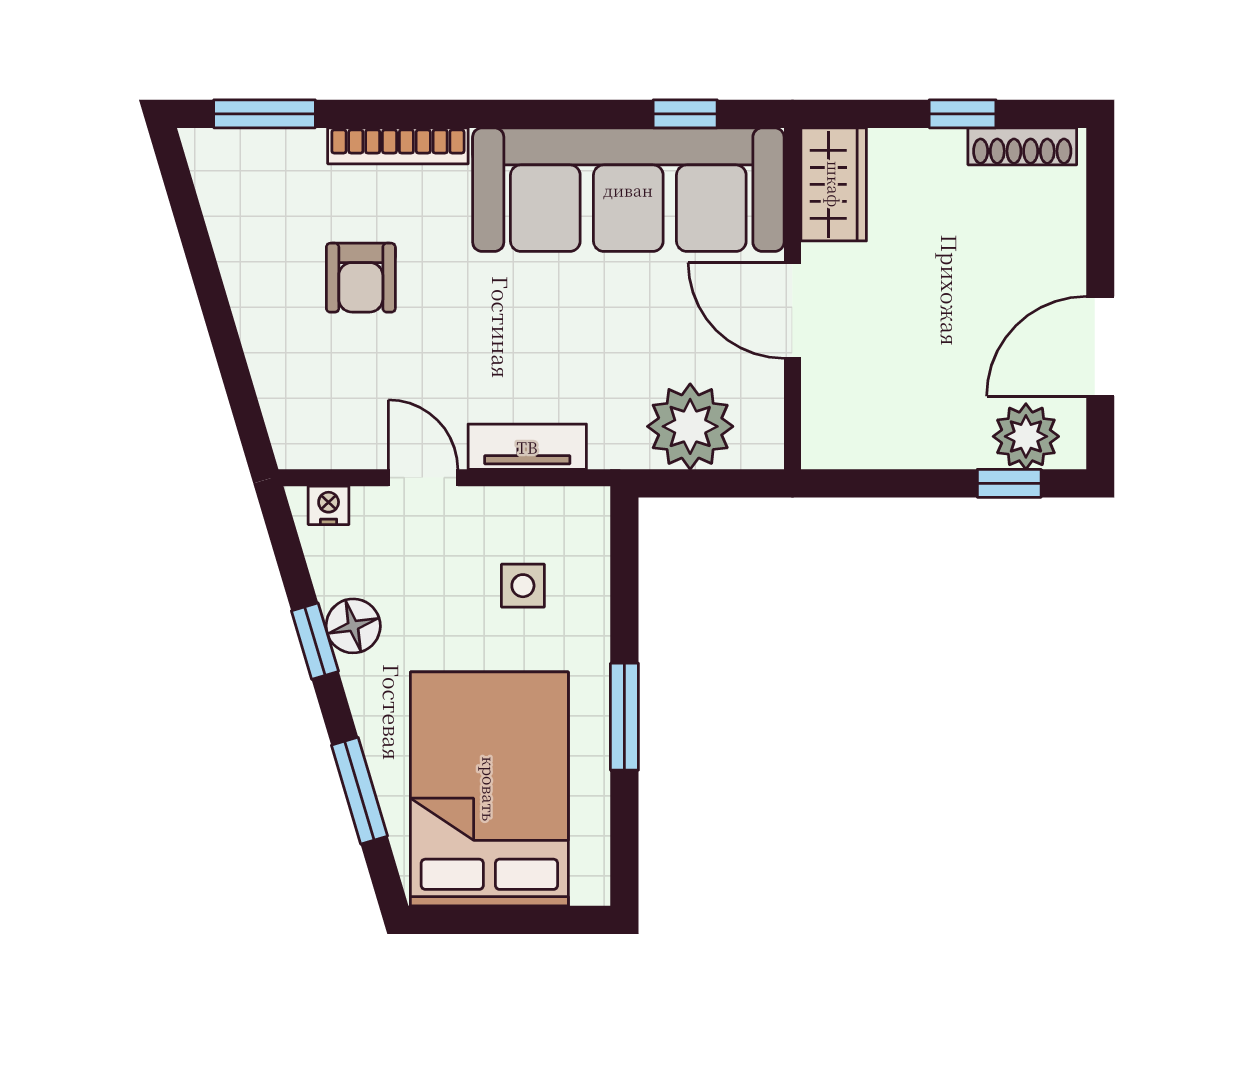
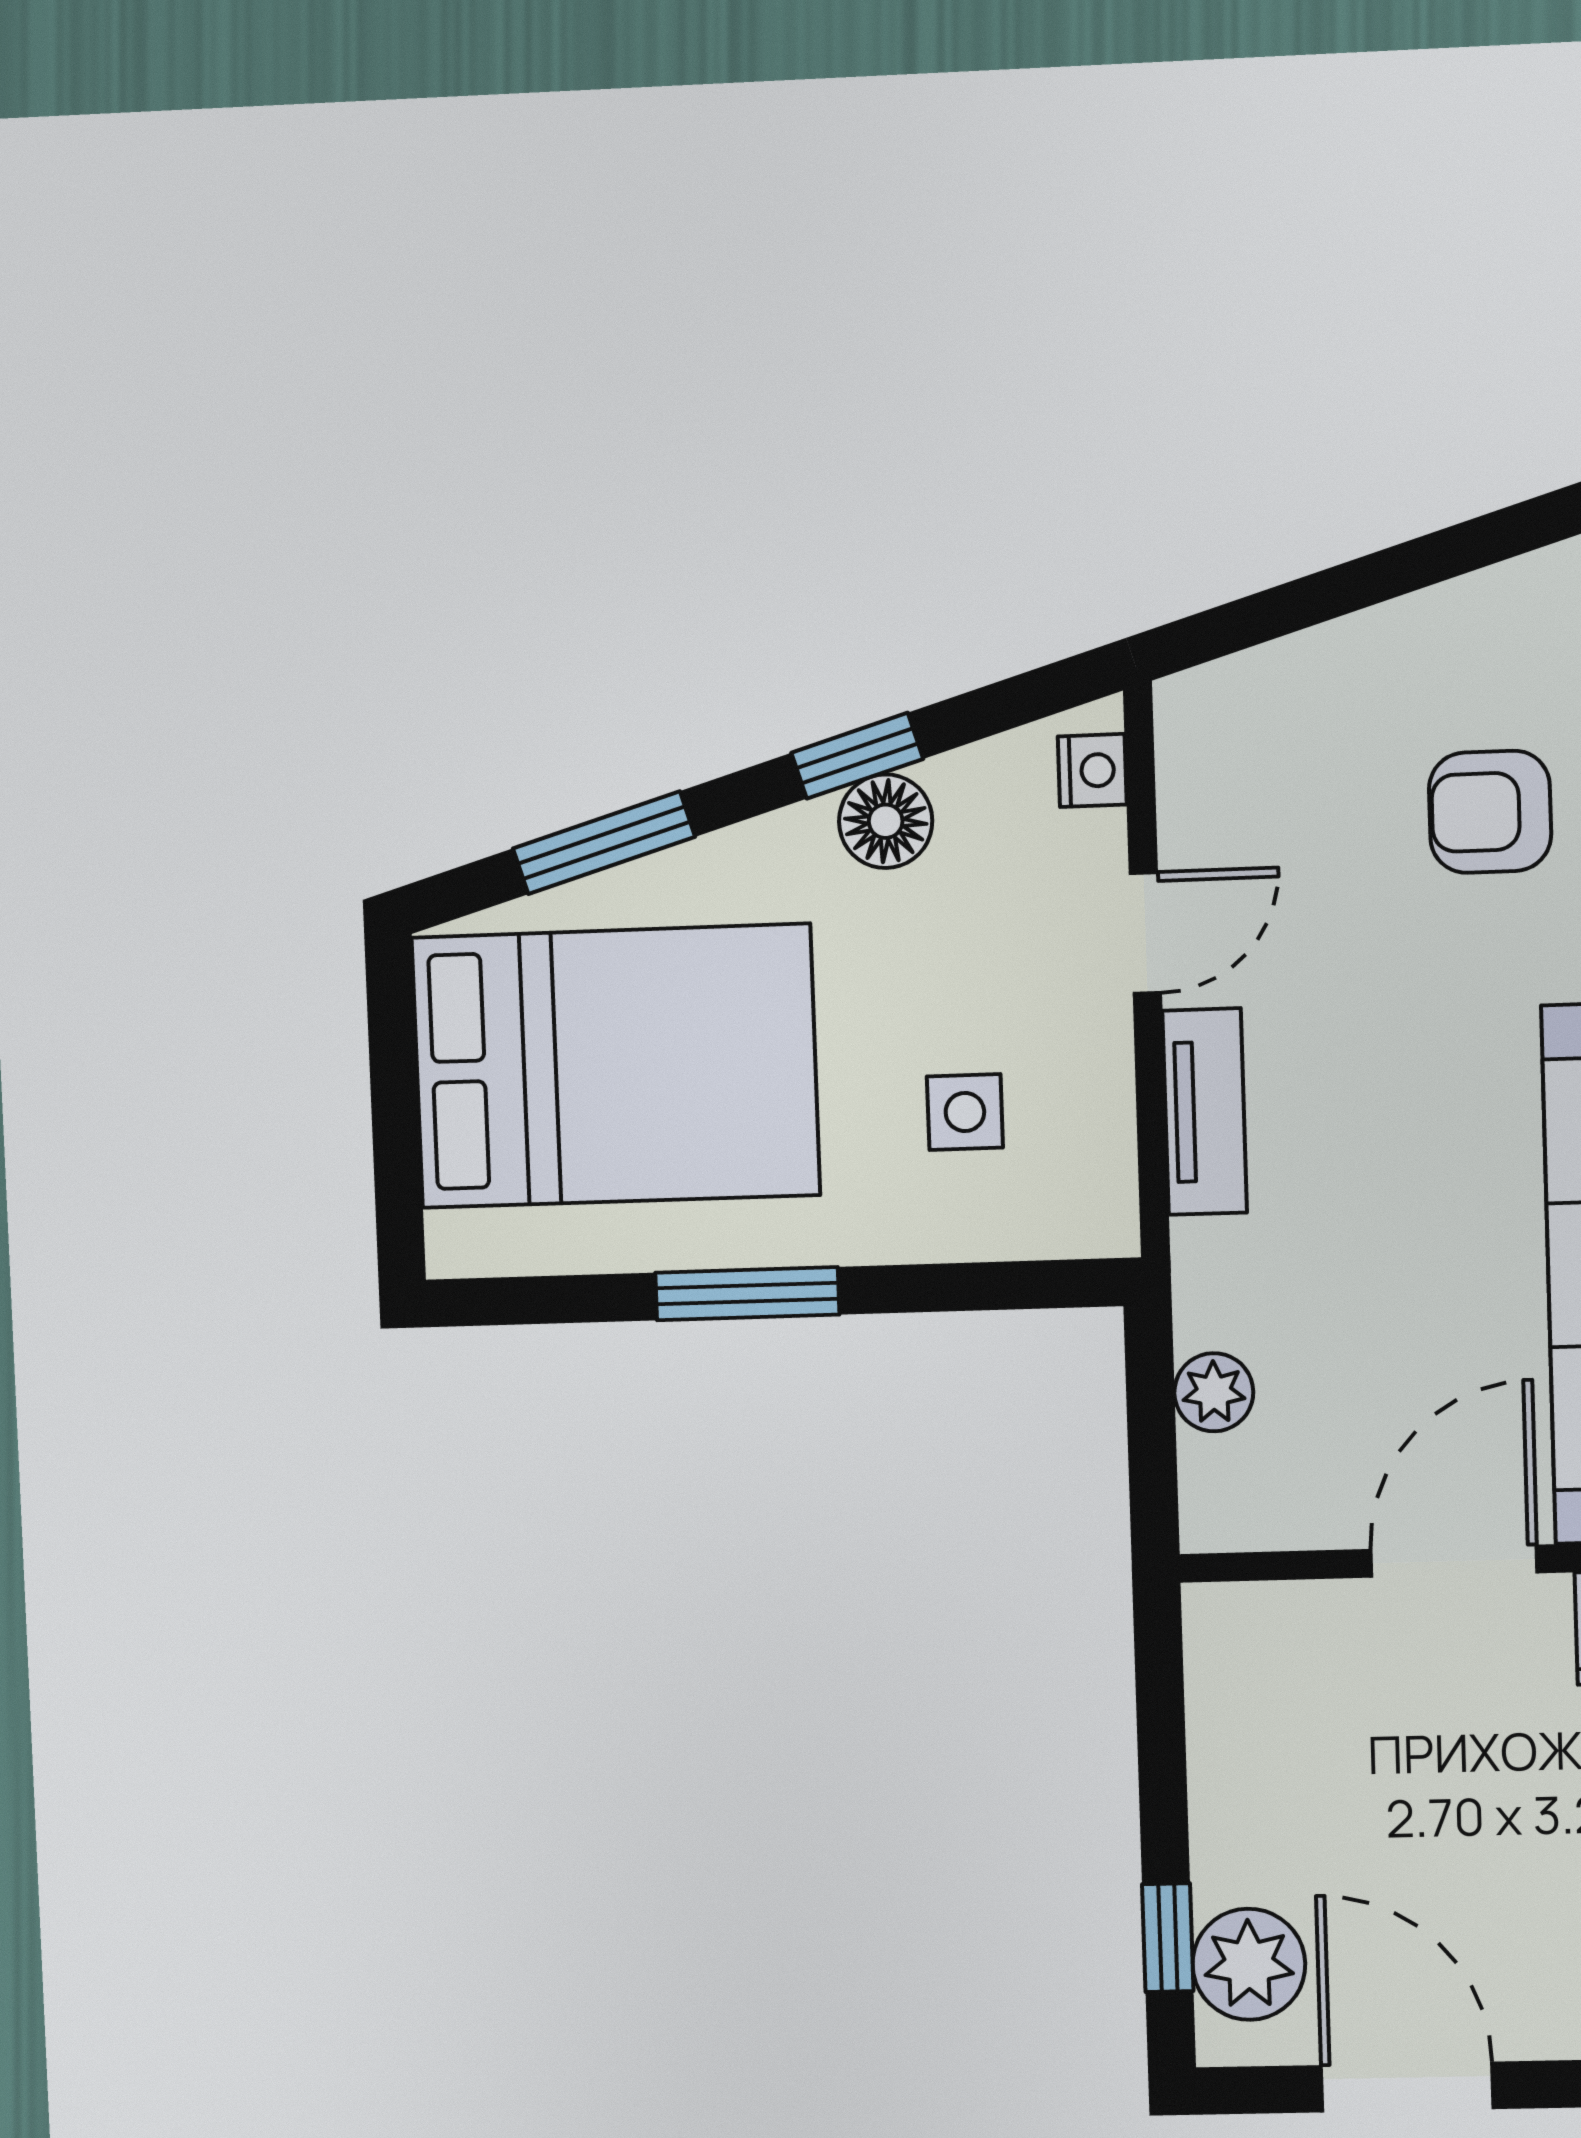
plant: (690, 426) -> (1214, 1392), width x0.53, depth x0.53

